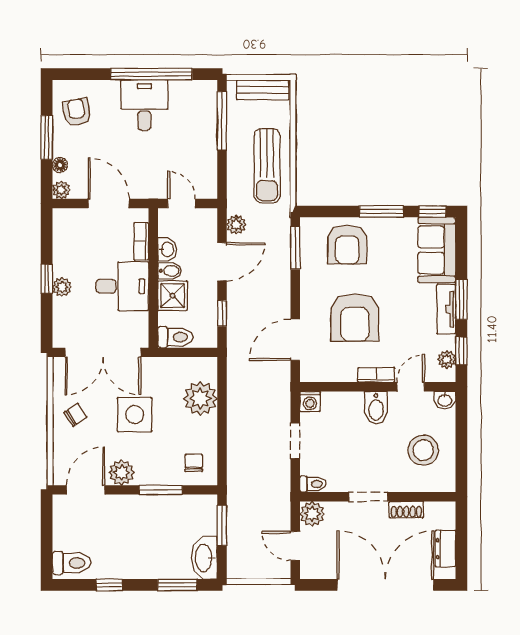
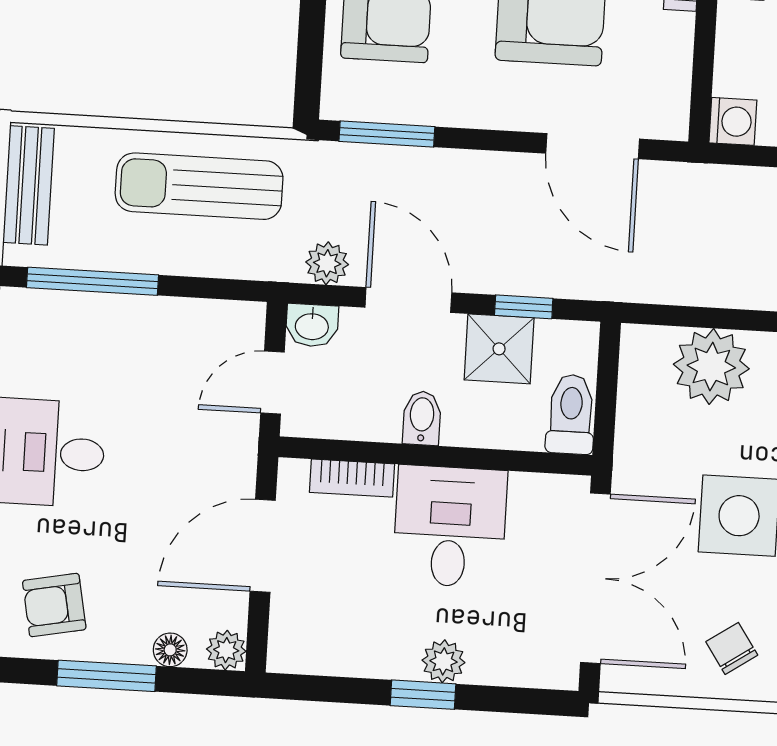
sun lounger: (267, 166) -> (199, 186), turned 180
washbasin: (167, 249) -> (312, 325), moved, turned 180
shower: (173, 296) -> (499, 349), moved

